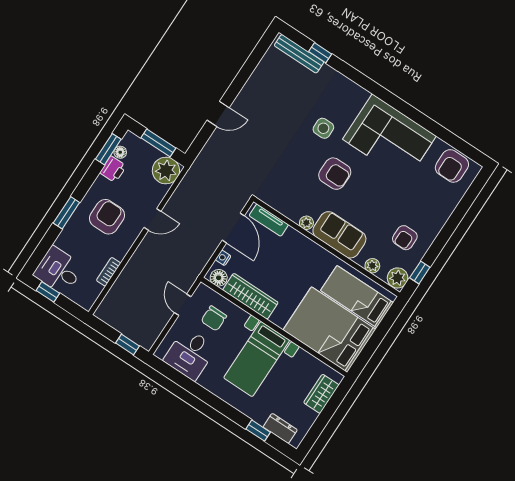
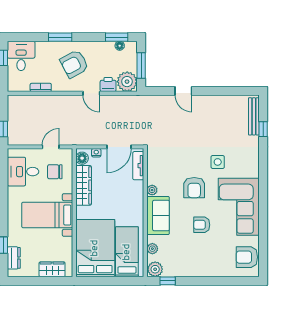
printer: (113, 169) -> (108, 84), moved, turned 180
armchair: (107, 217) -> (74, 64), turned 152
armchair: (405, 238) -> (202, 225), moved

